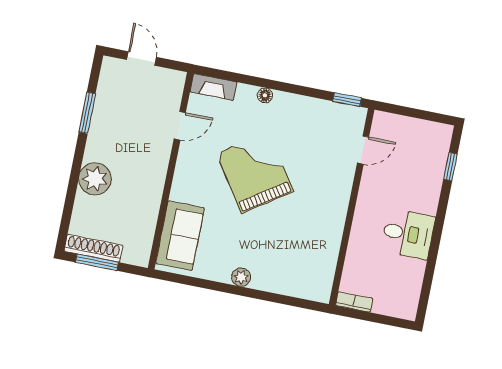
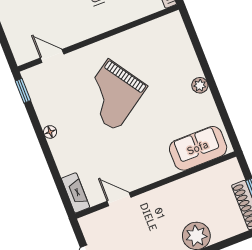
floor lamp: (265, 95) -> (50, 132), moved
grand piano: (255, 172) -> (112, 95), moved

